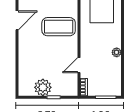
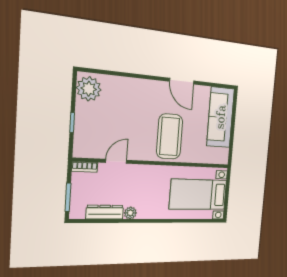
door: (79, 65) -> (116, 161), hinge flipped
dresser: (116, 71) -> (105, 212), added
plant: (43, 87) -> (89, 89), moved

